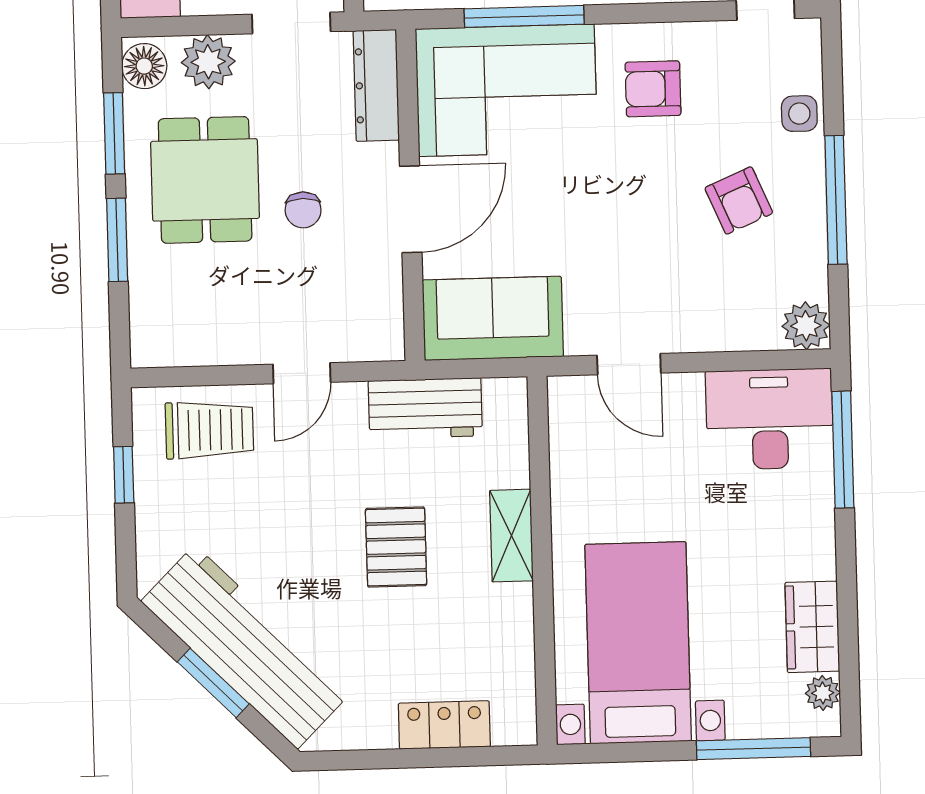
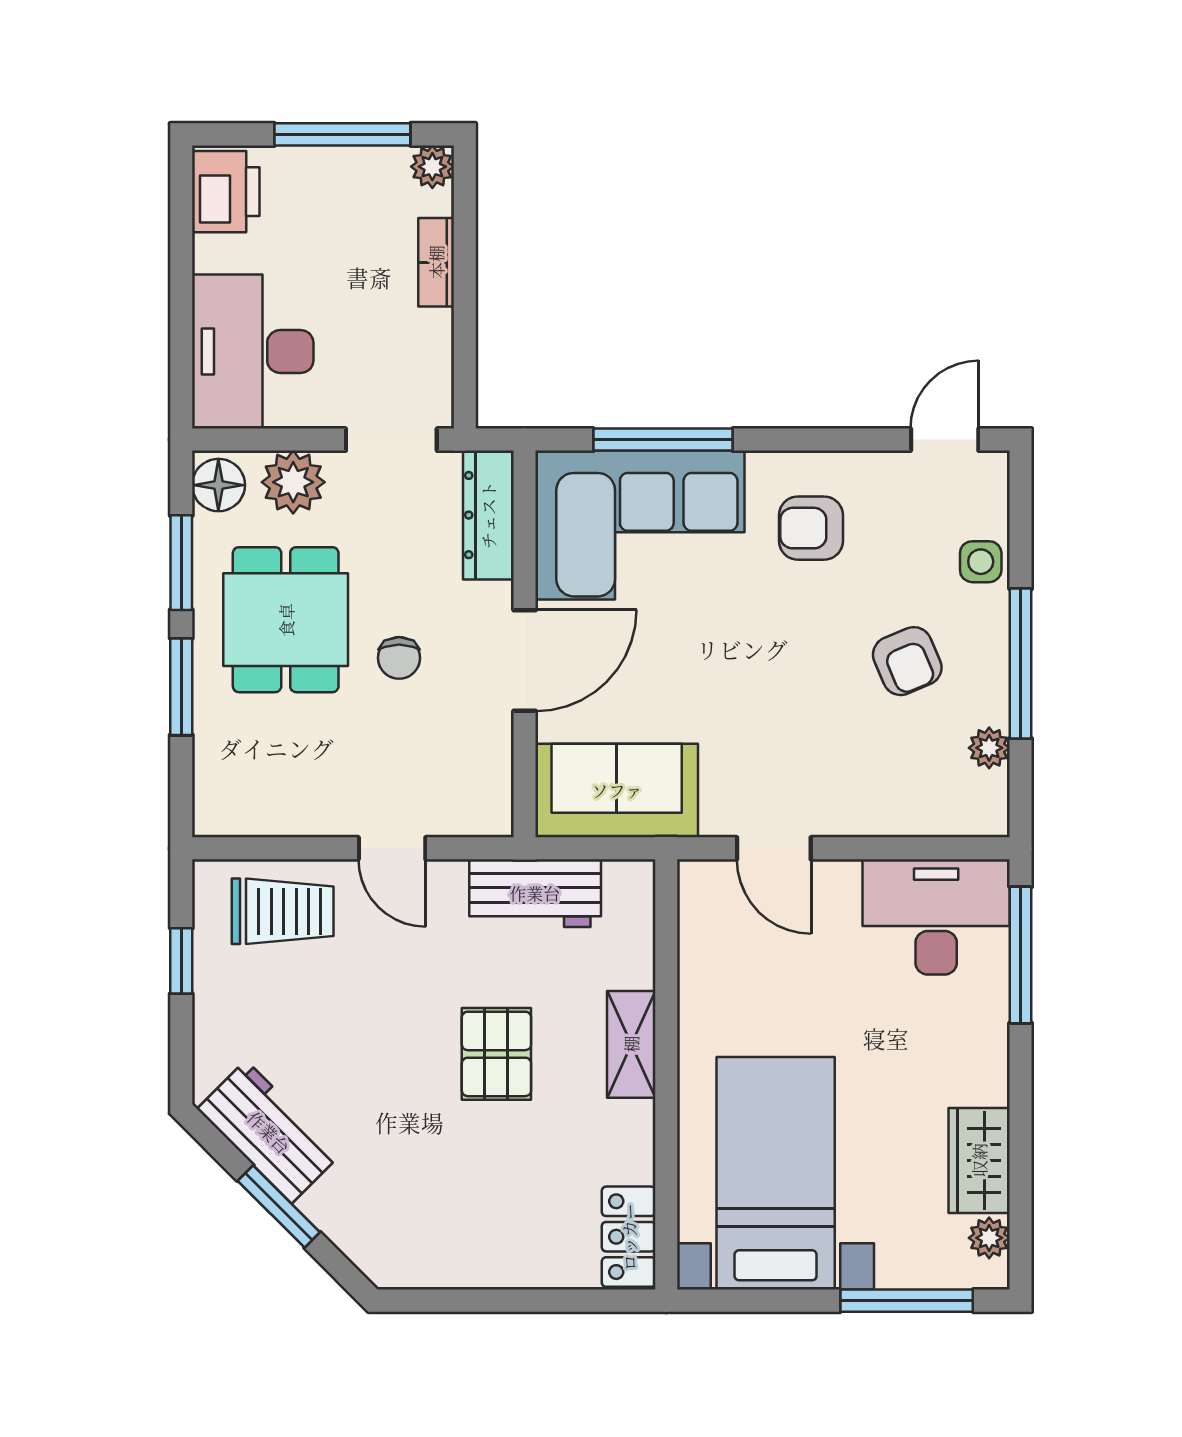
plant: (806, 326) -> (989, 748), moved, width x0.73, depth x0.73
door: (302, 373) -> (392, 848), hinge flipped
workbench: (246, 647) -> (269, 1132), width x0.53, depth x0.76
locker: (444, 725) -> (629, 1237), moved, turned -90

